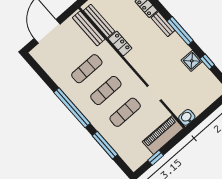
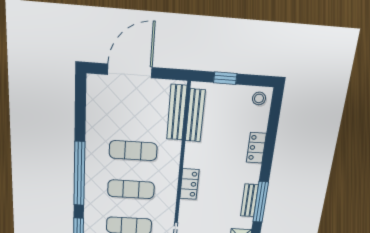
bench: (163, 24) -> (249, 200), moved
locker: (120, 43) -> (189, 184), moved

